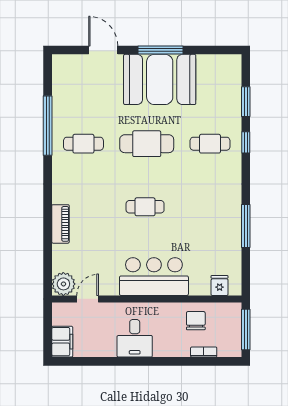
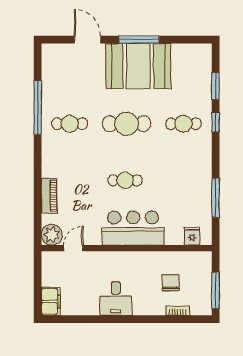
bar counter: (154, 277) -> (133, 228), moved
plant: (63, 284) -> (52, 235), moved
fridge: (220, 286) -> (192, 236), moved
door: (88, 299) -> (74, 248), moved
wall: (147, 299) -> (127, 248), moved

